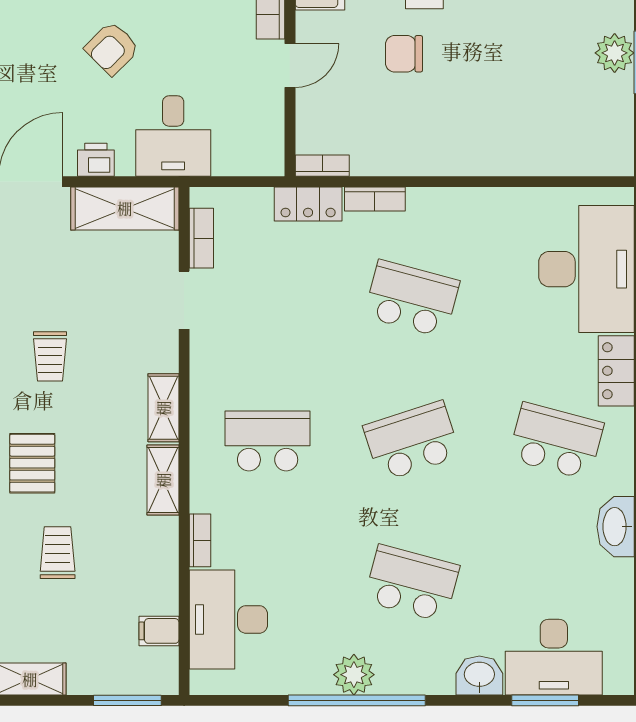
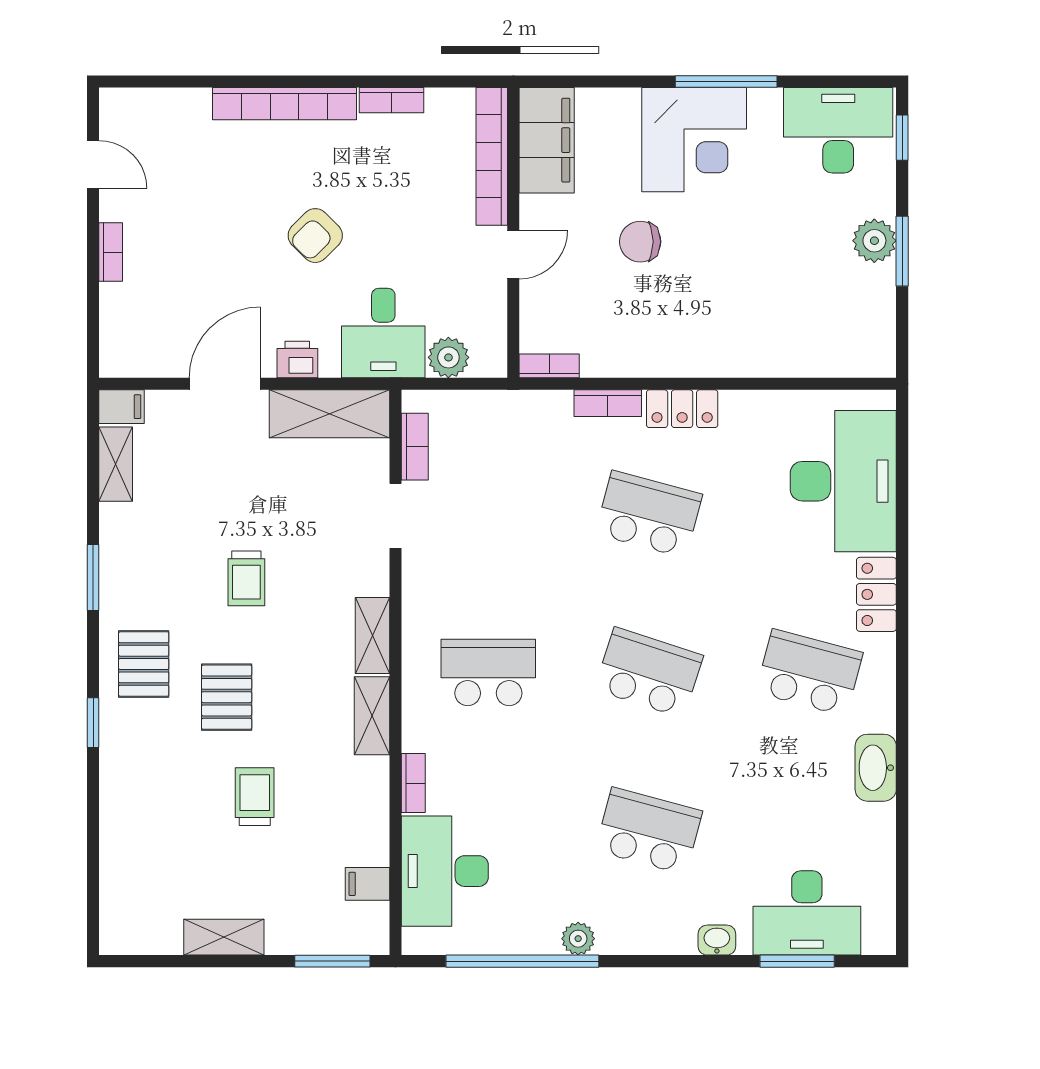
plant: (232, 158) -> (448, 357), added
locker: (308, 204) -> (682, 409), moved
school desk: (412, 441) -> (649, 672), turned 36
plant: (354, 675) -> (578, 939), width x0.73, depth x0.73
washbasin: (479, 675) -> (717, 940), width x0.72, depth x0.69
window: (357, 700) -> (522, 961), moved

